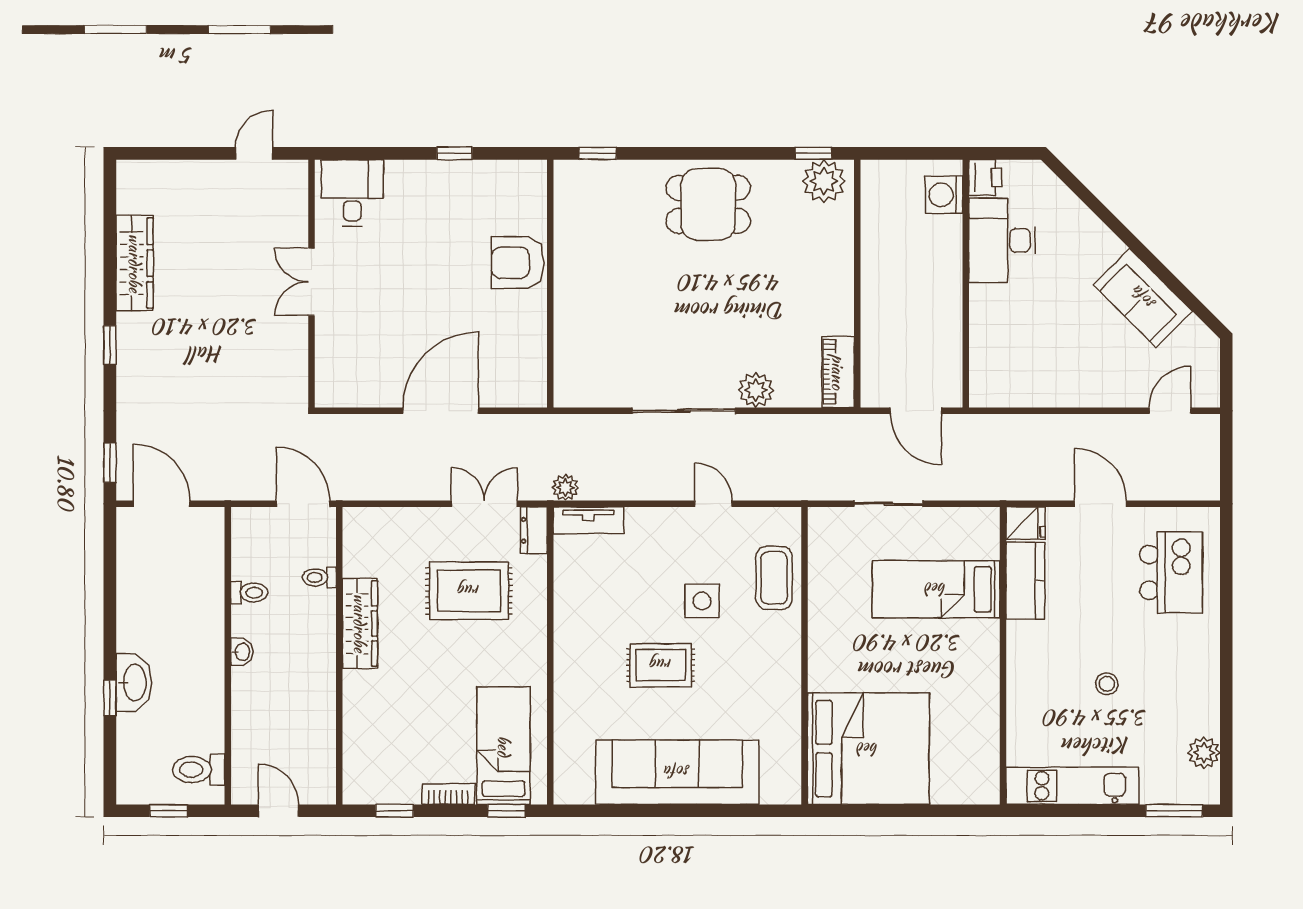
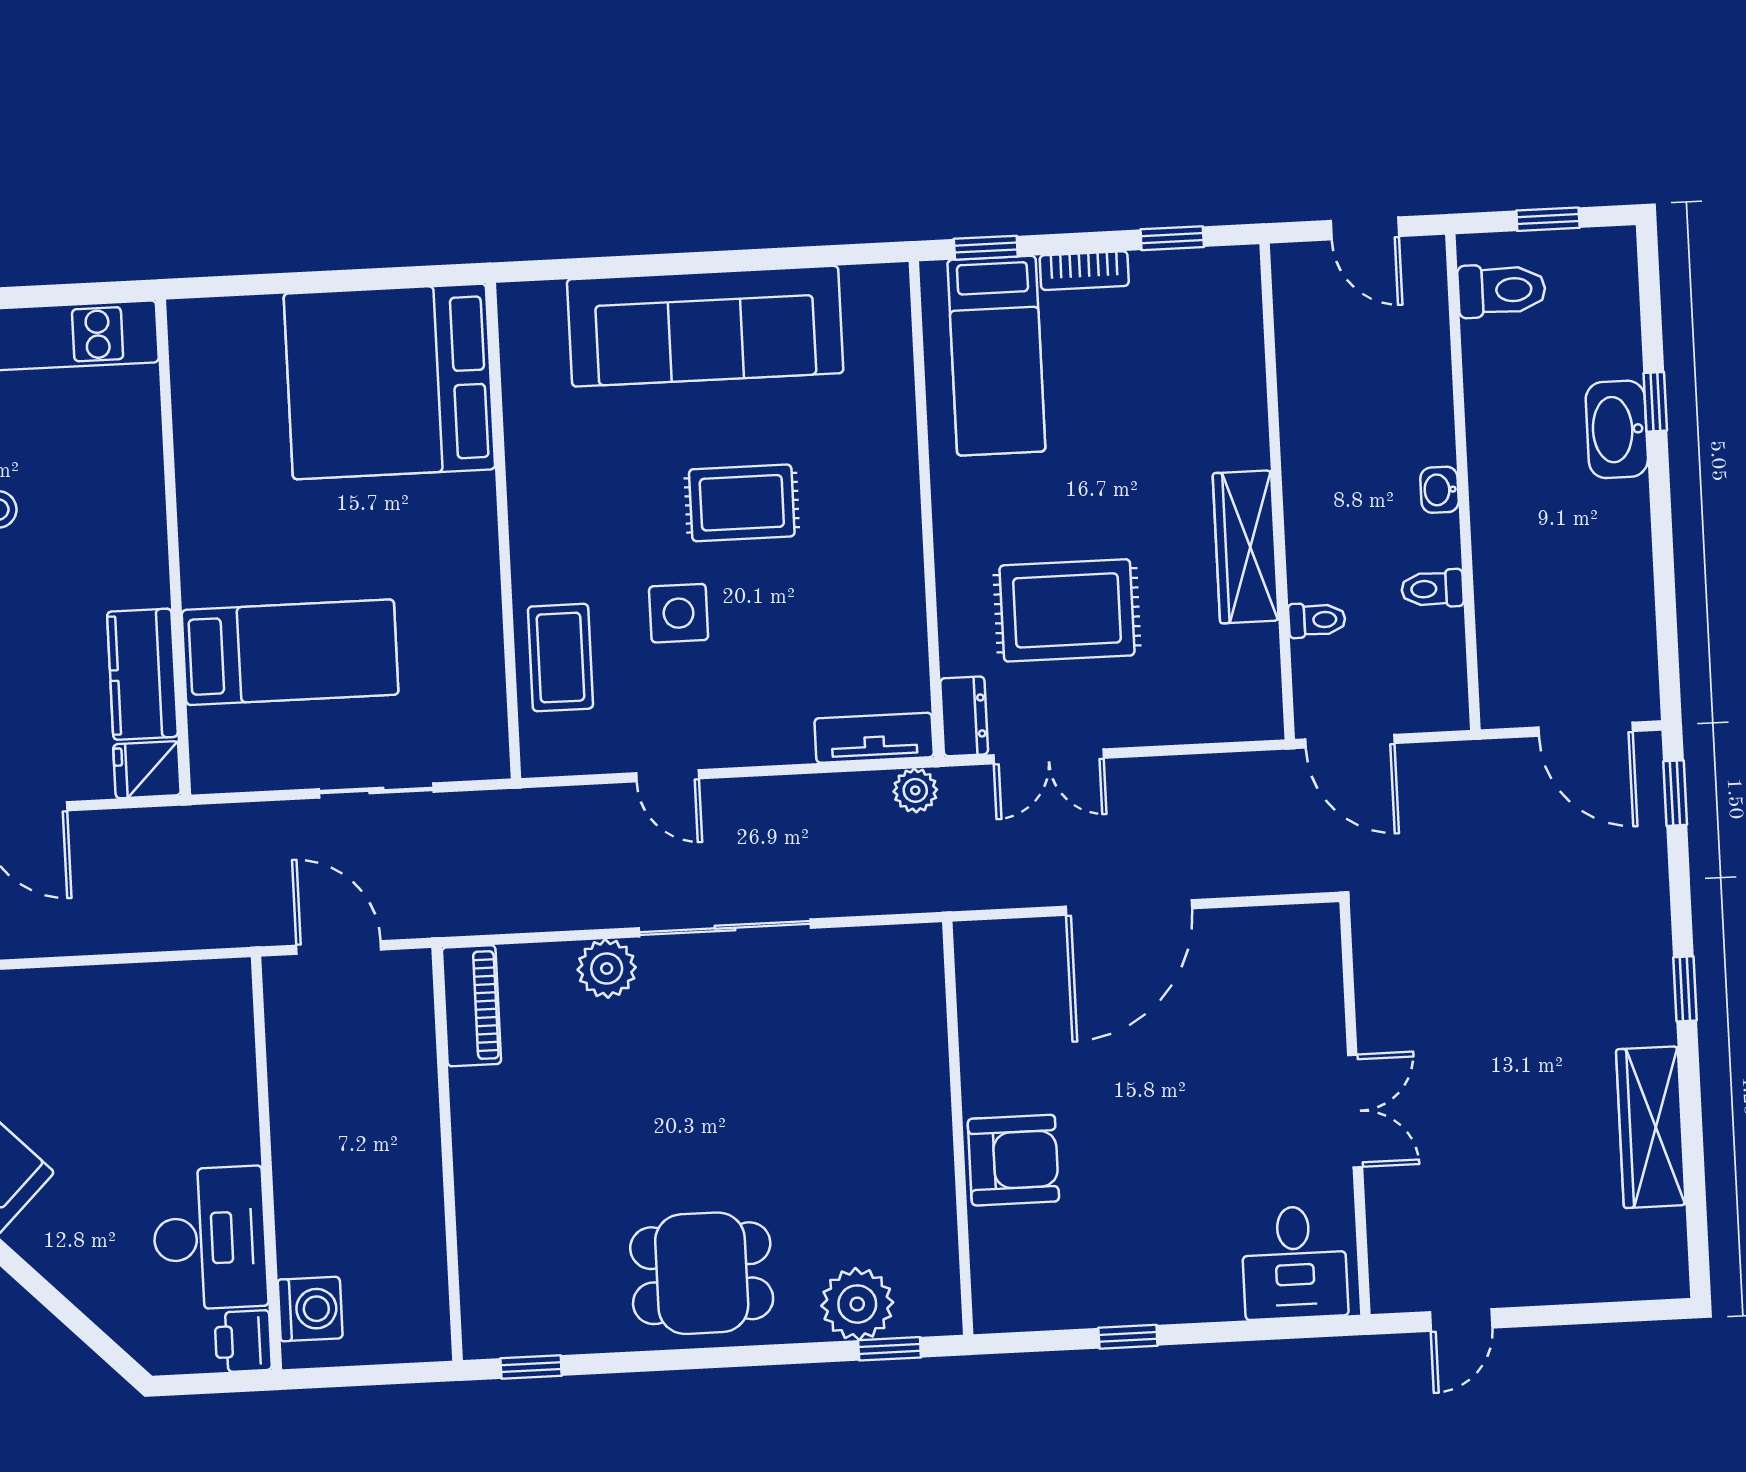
plant: (824, 181) -> (857, 1304), moved

